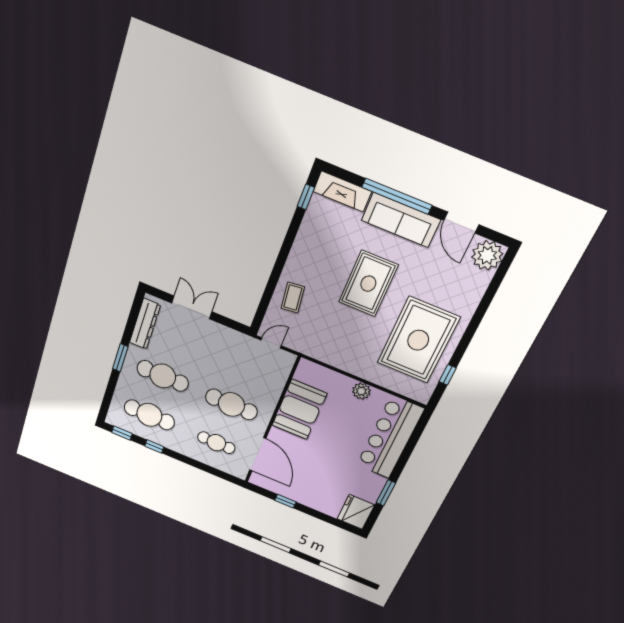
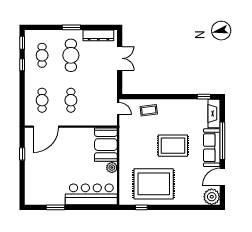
cafe table: (231, 404) -> (71, 100), width x0.73, depth x0.74
booth: (299, 410) -> (106, 145), moved, turned 90
cafe table: (149, 415) -> (42, 55), width x0.73, depth x0.74
fridge: (356, 512) -> (35, 196), removed

